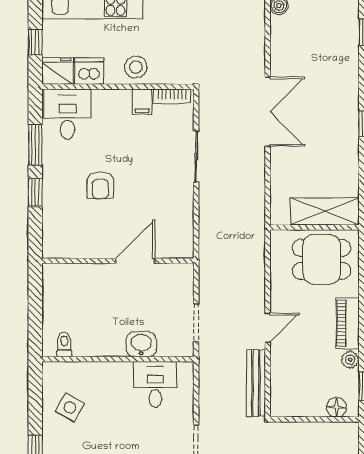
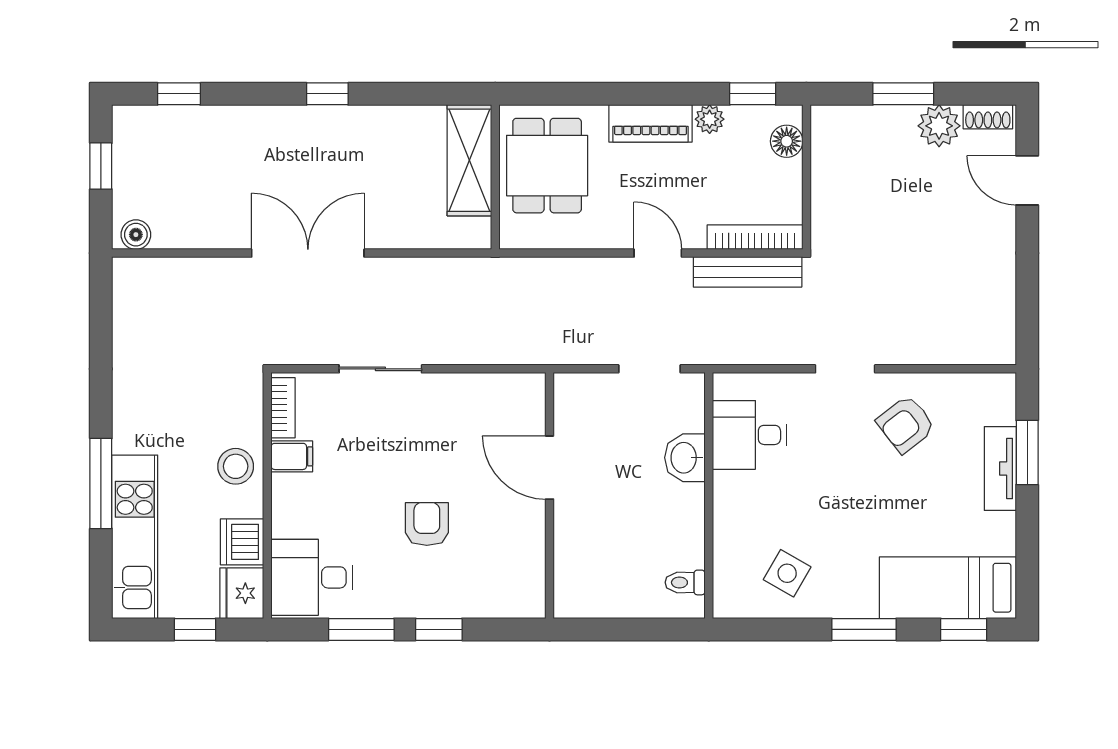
armchair: (100, 185) -> (427, 524), turned -90
bookcase: (277, 388) -> (755, 237), added

